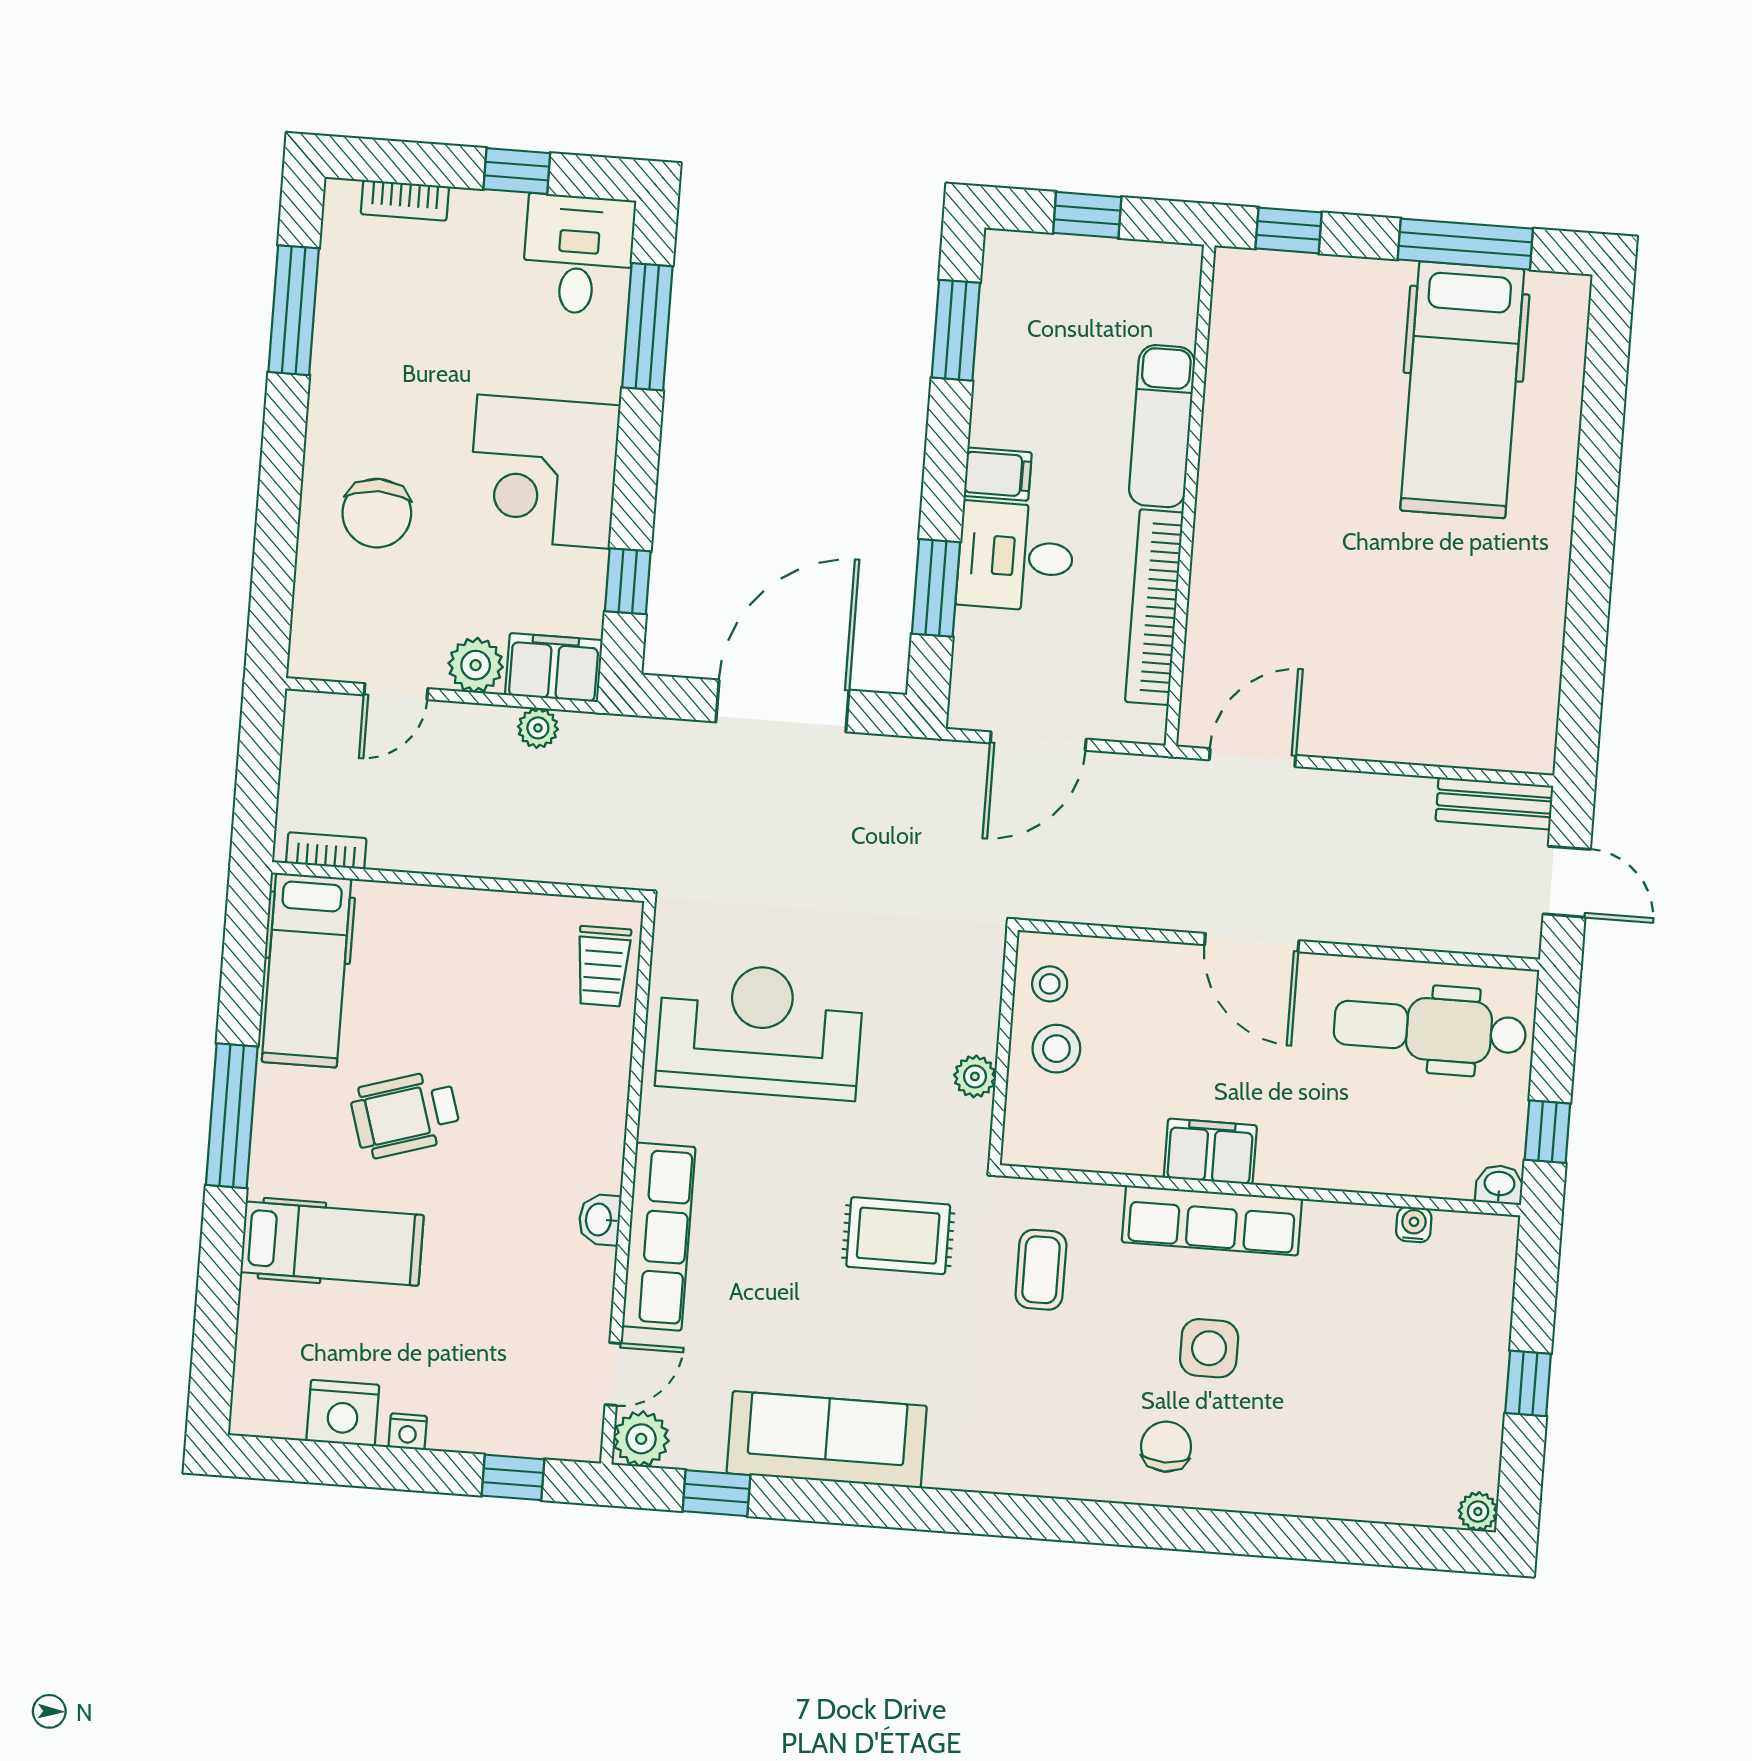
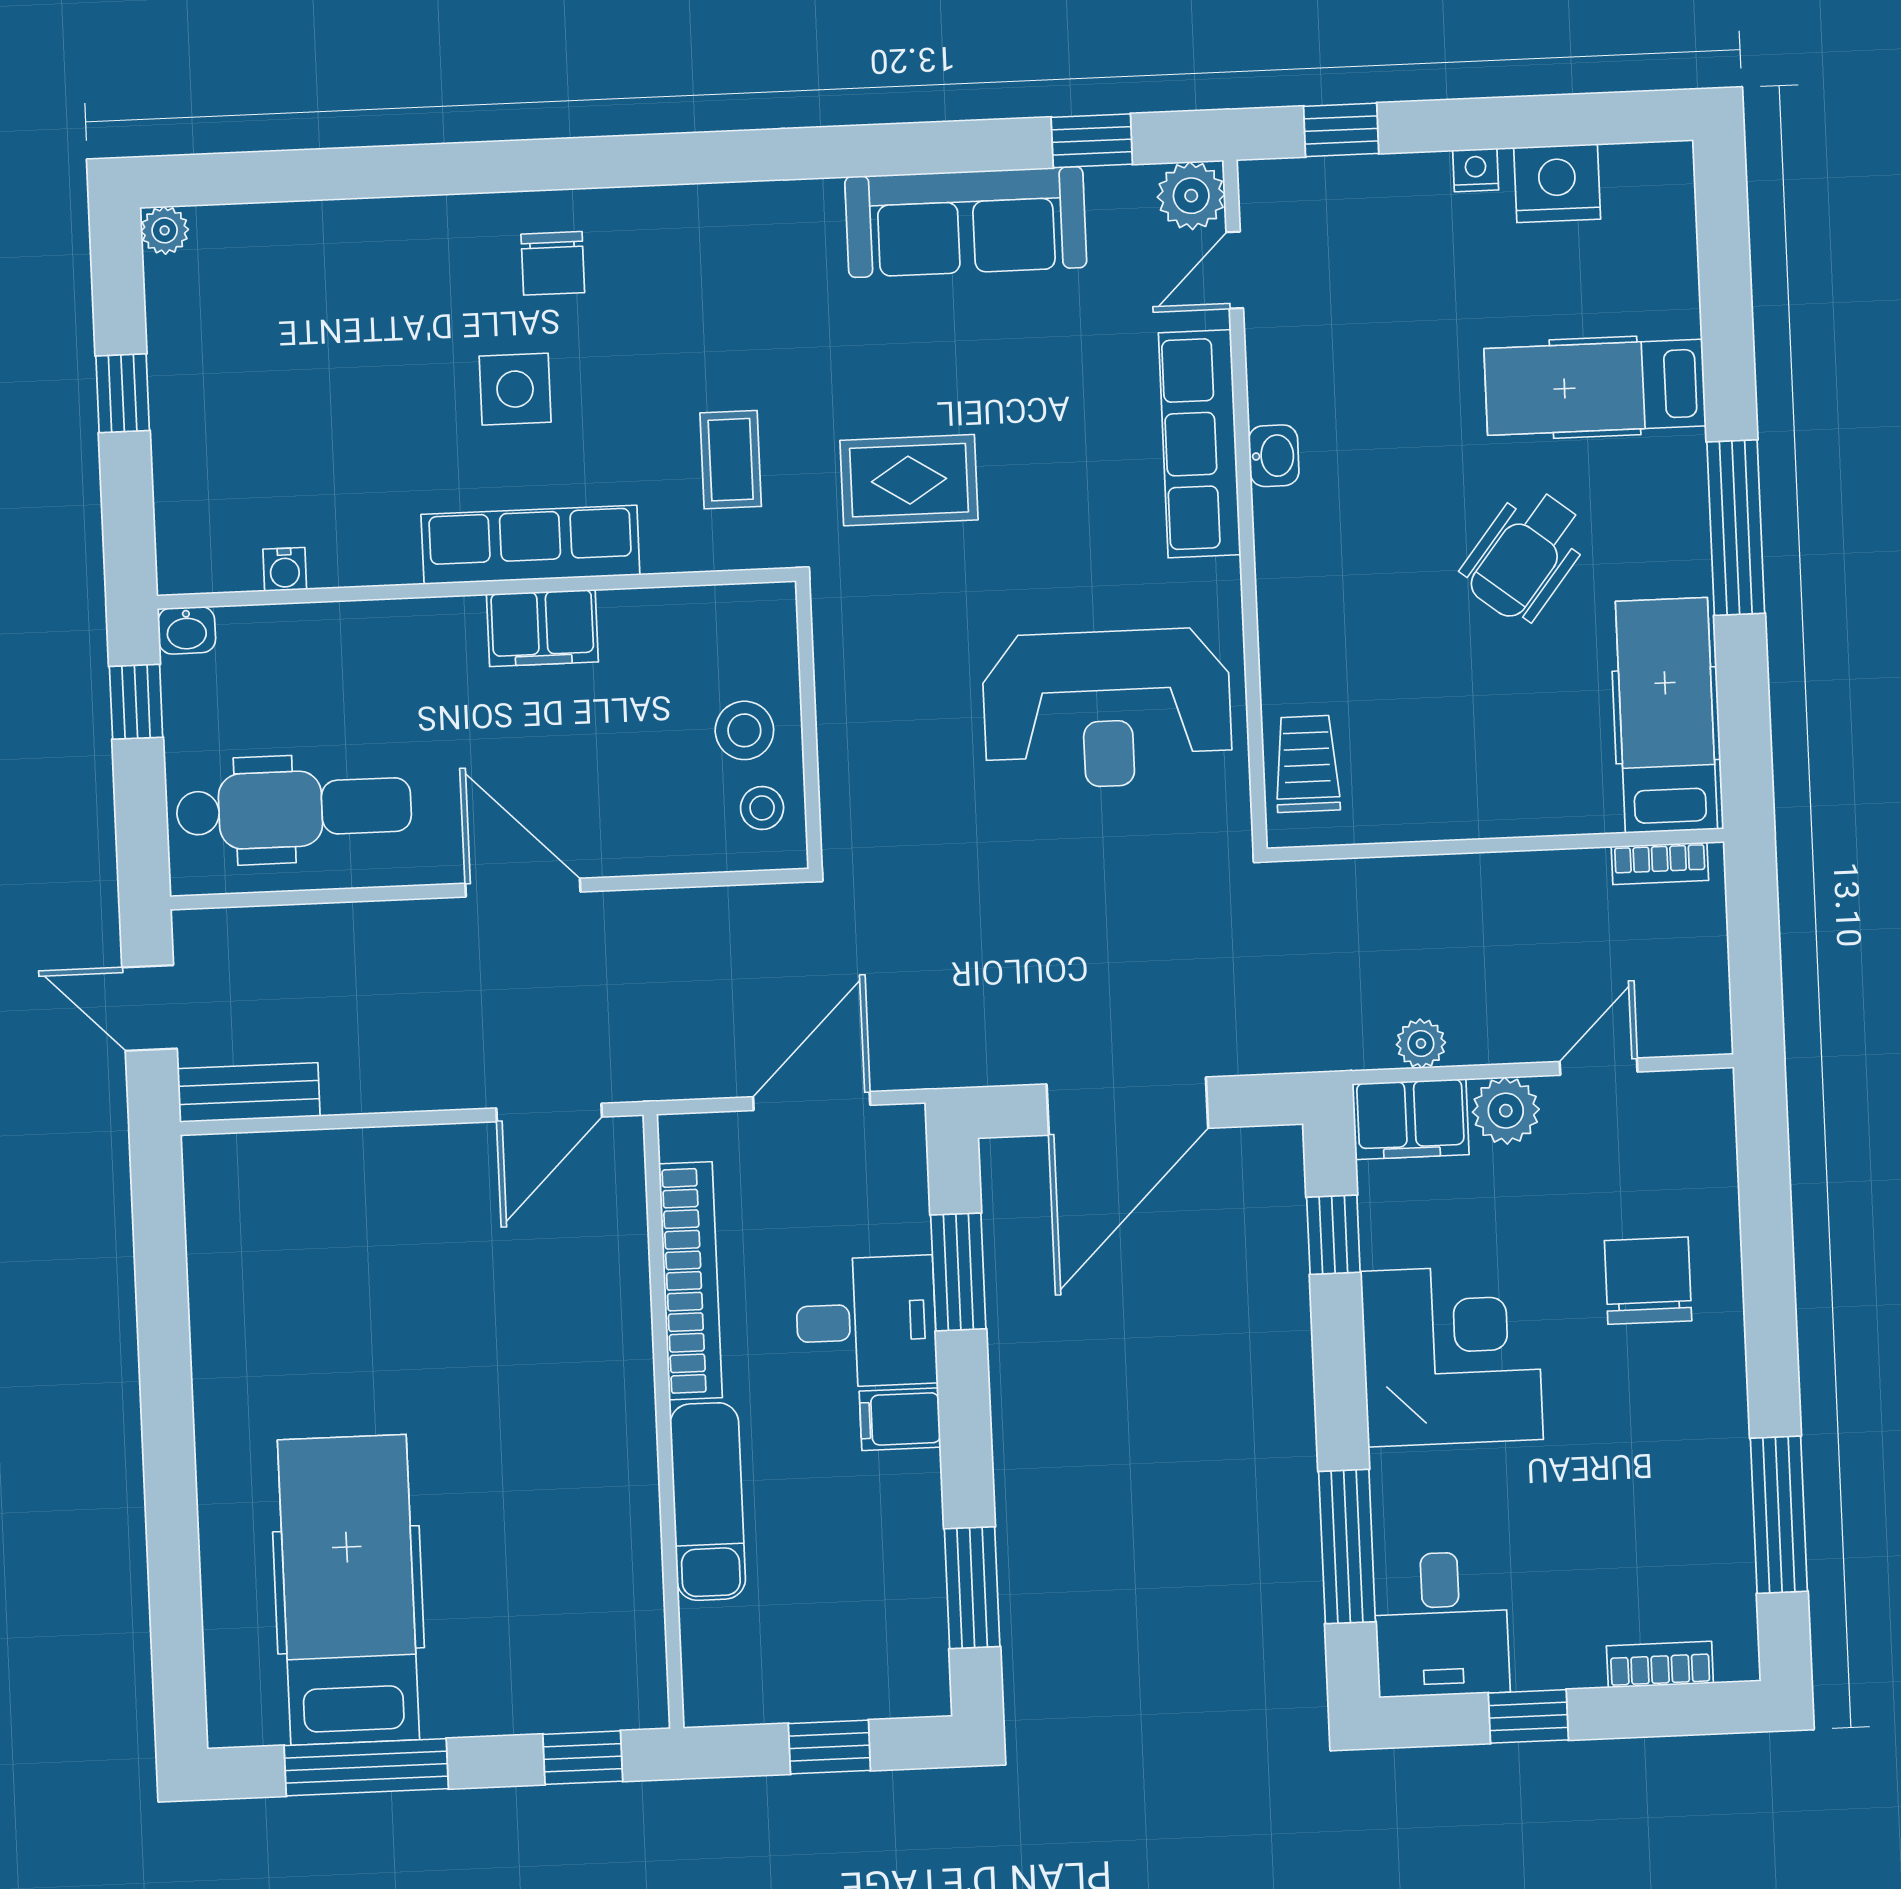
plant: (975, 1076) -> (839, 685), removed
wheelchair: (405, 1114) -> (1525, 555), turned 145

